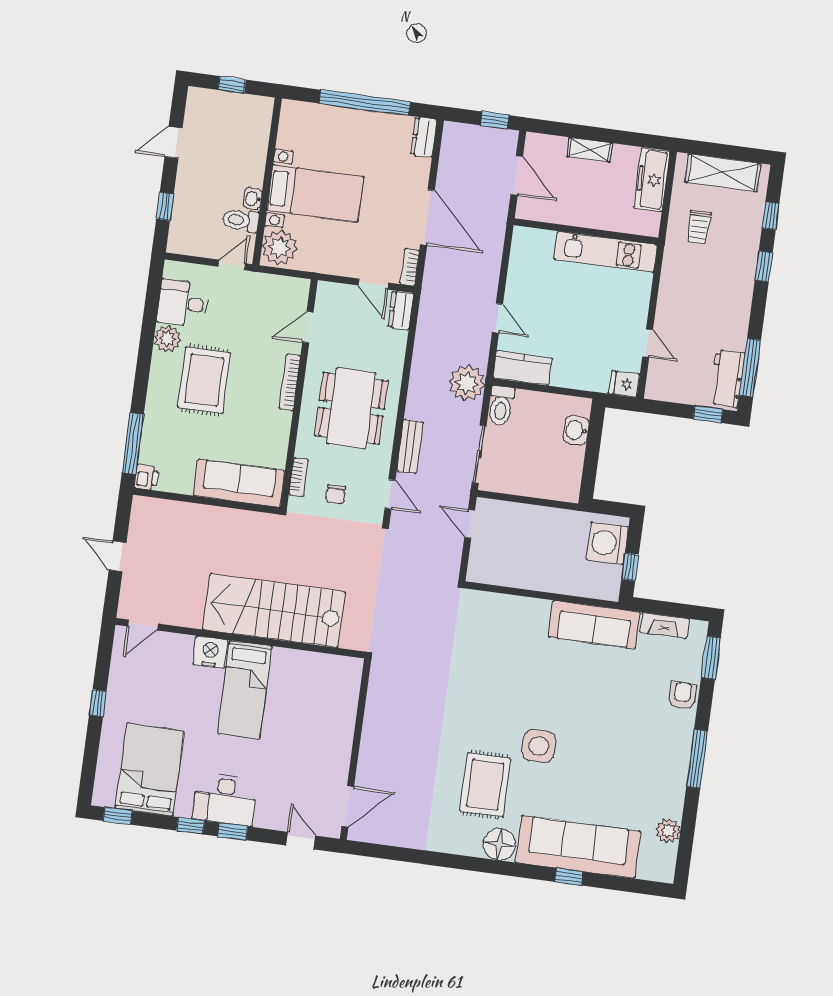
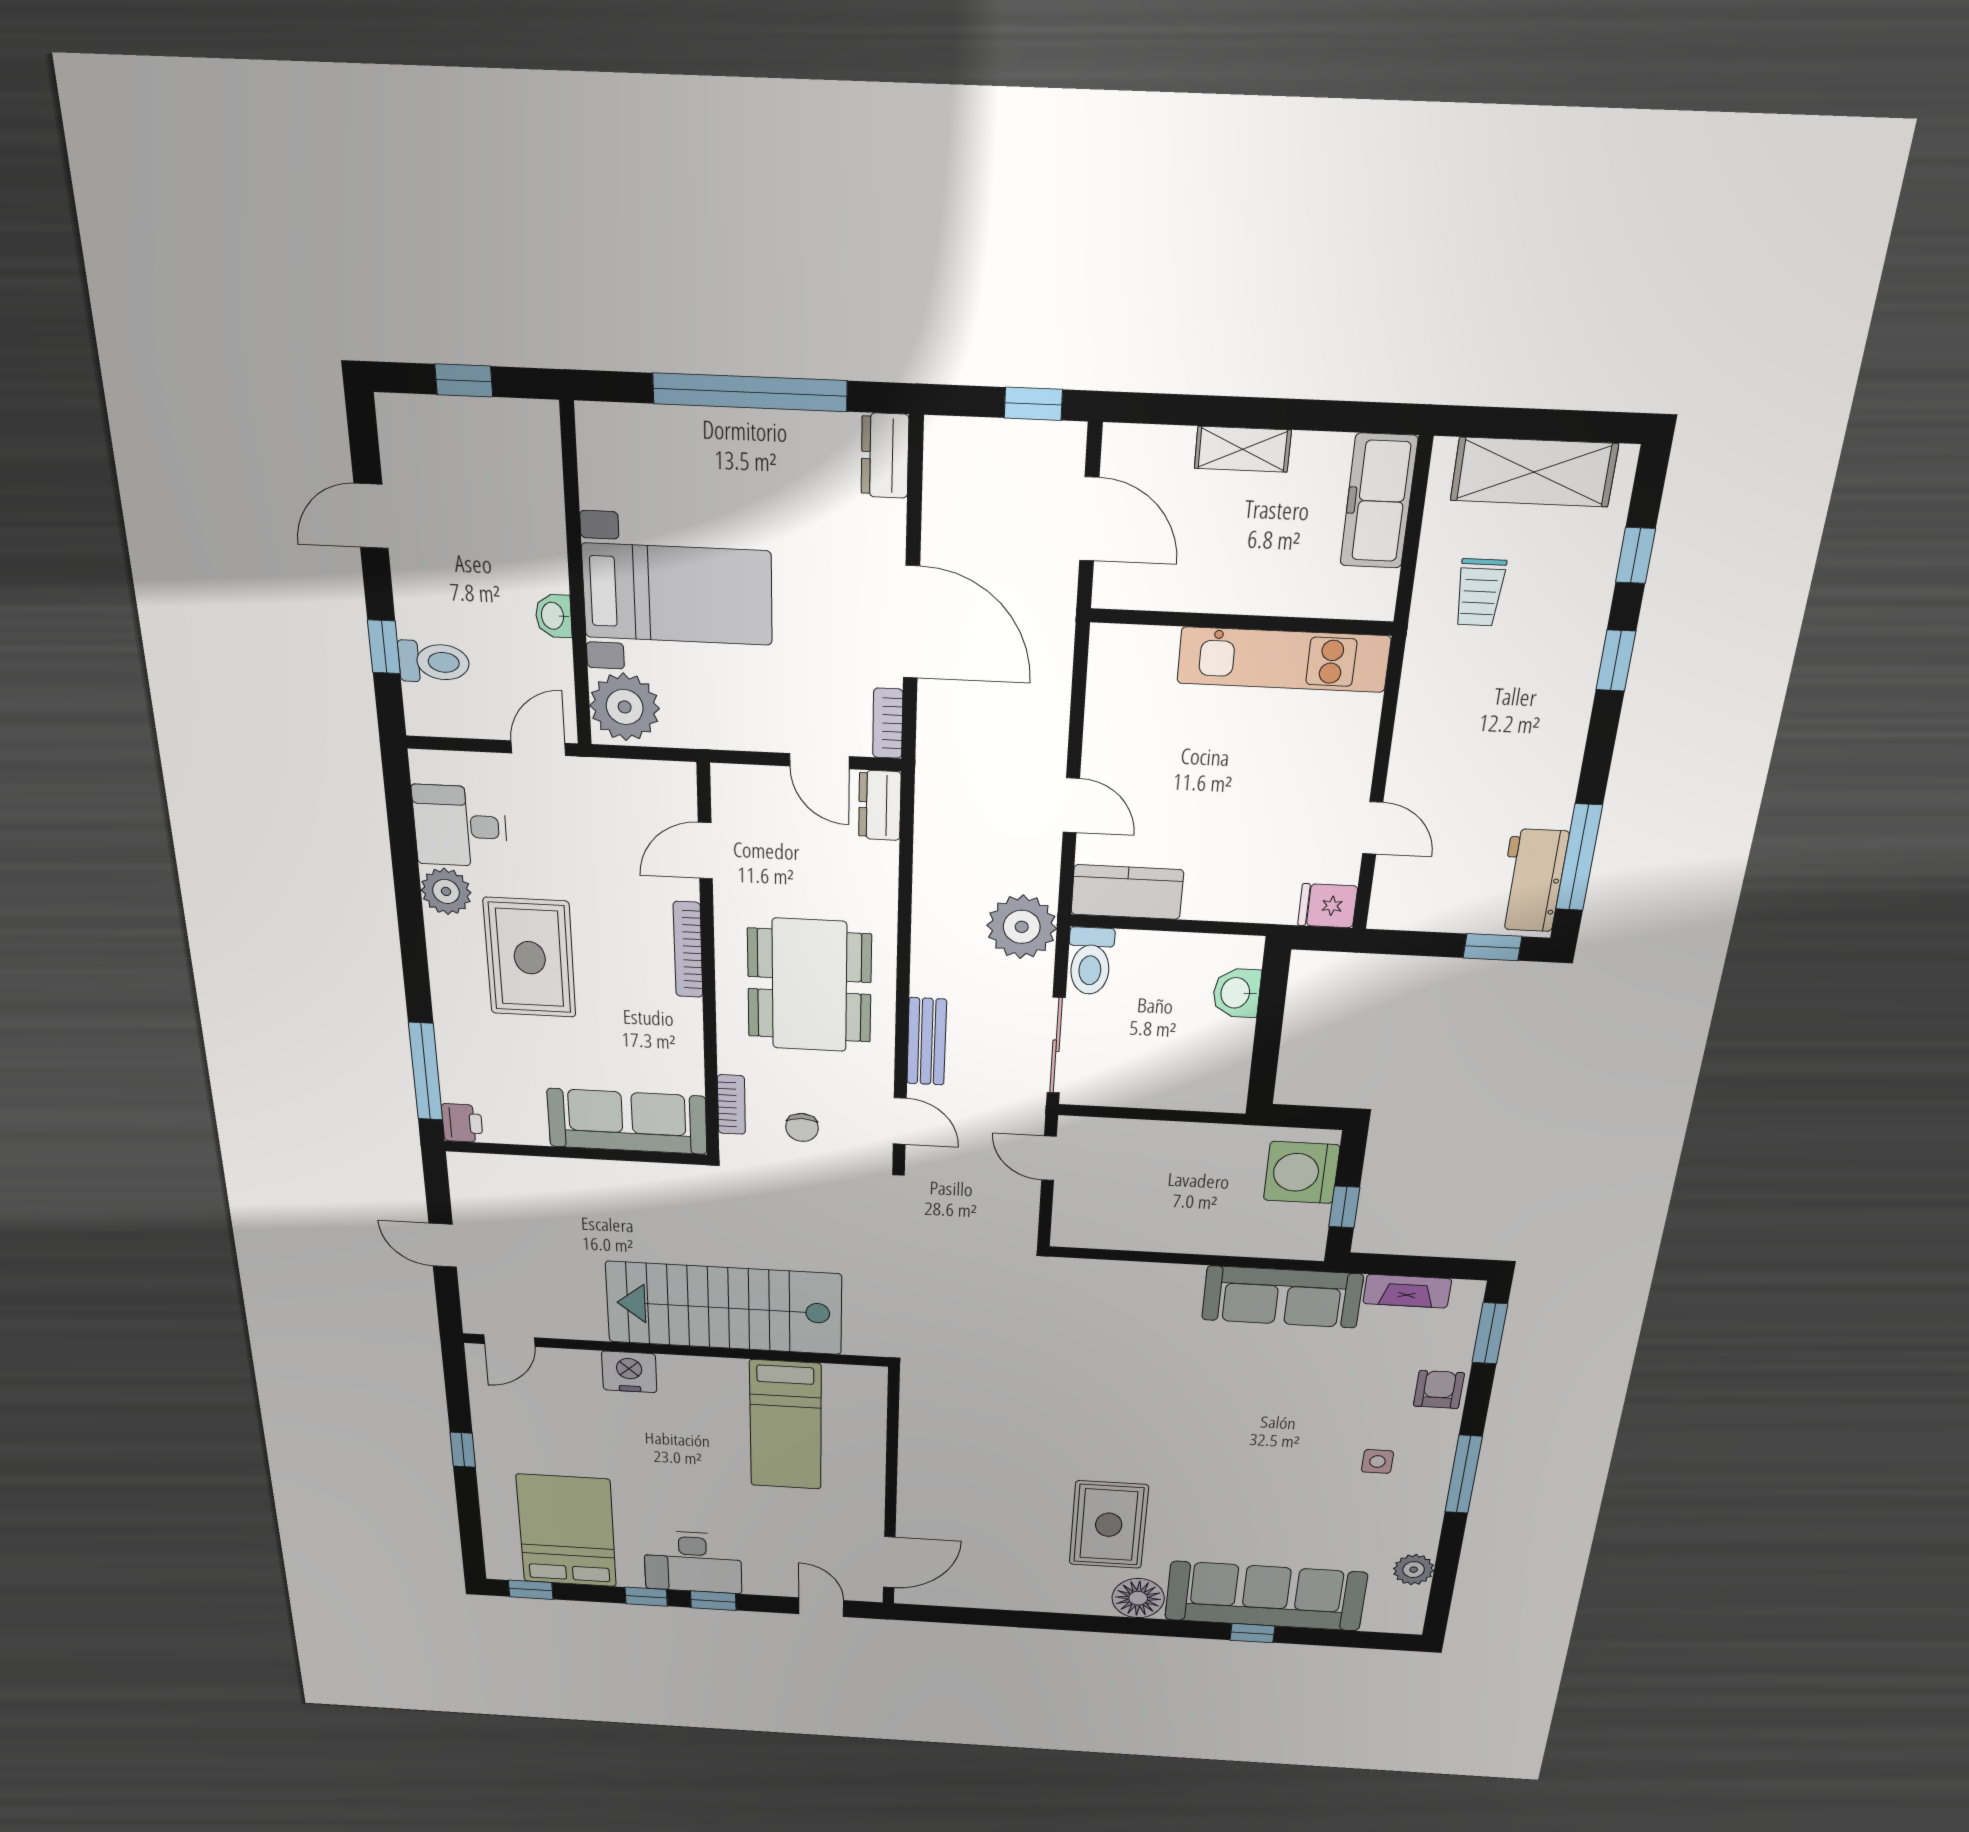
toilet: (241, 220) -> (434, 662), moved, turned 180
bed: (245, 690) -> (786, 1425), moved
side table: (539, 746) -> (1377, 1462), moved, width x0.54, depth x0.54

